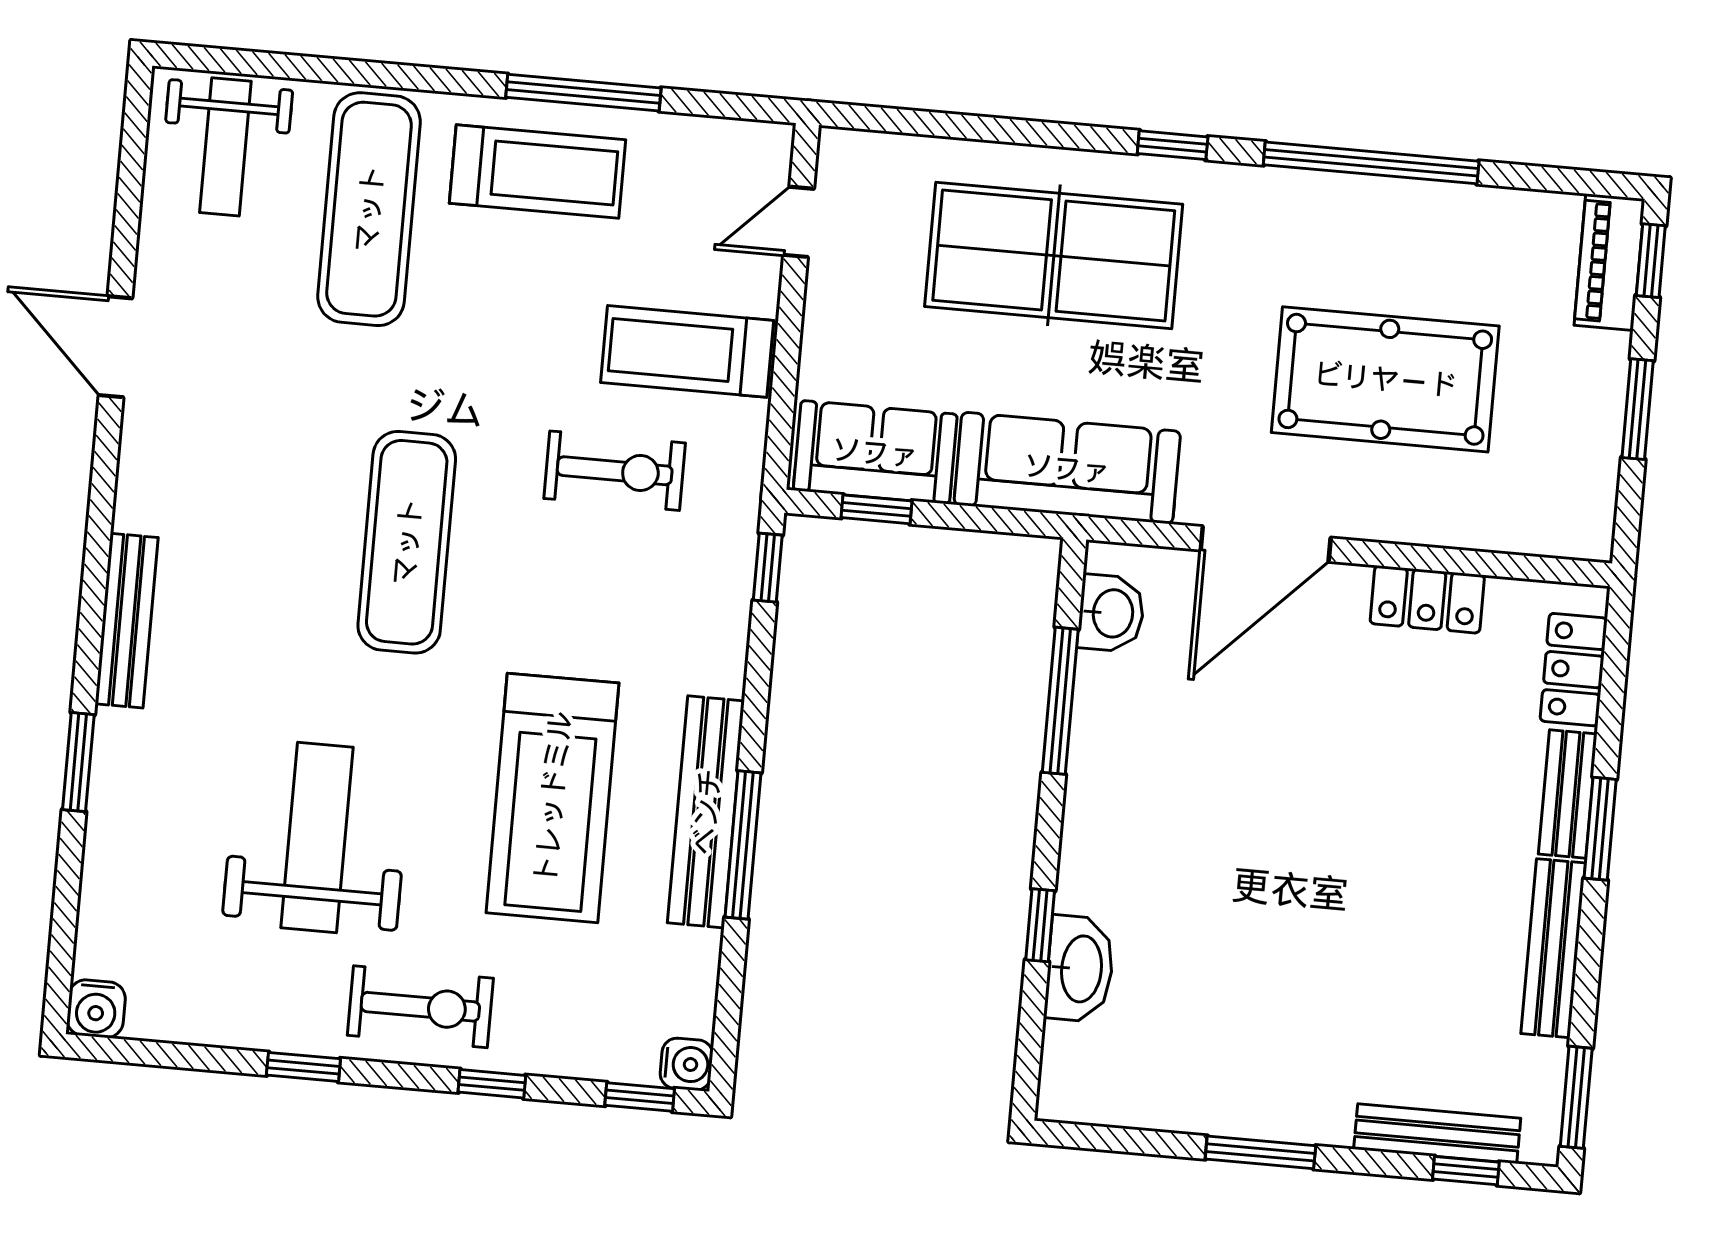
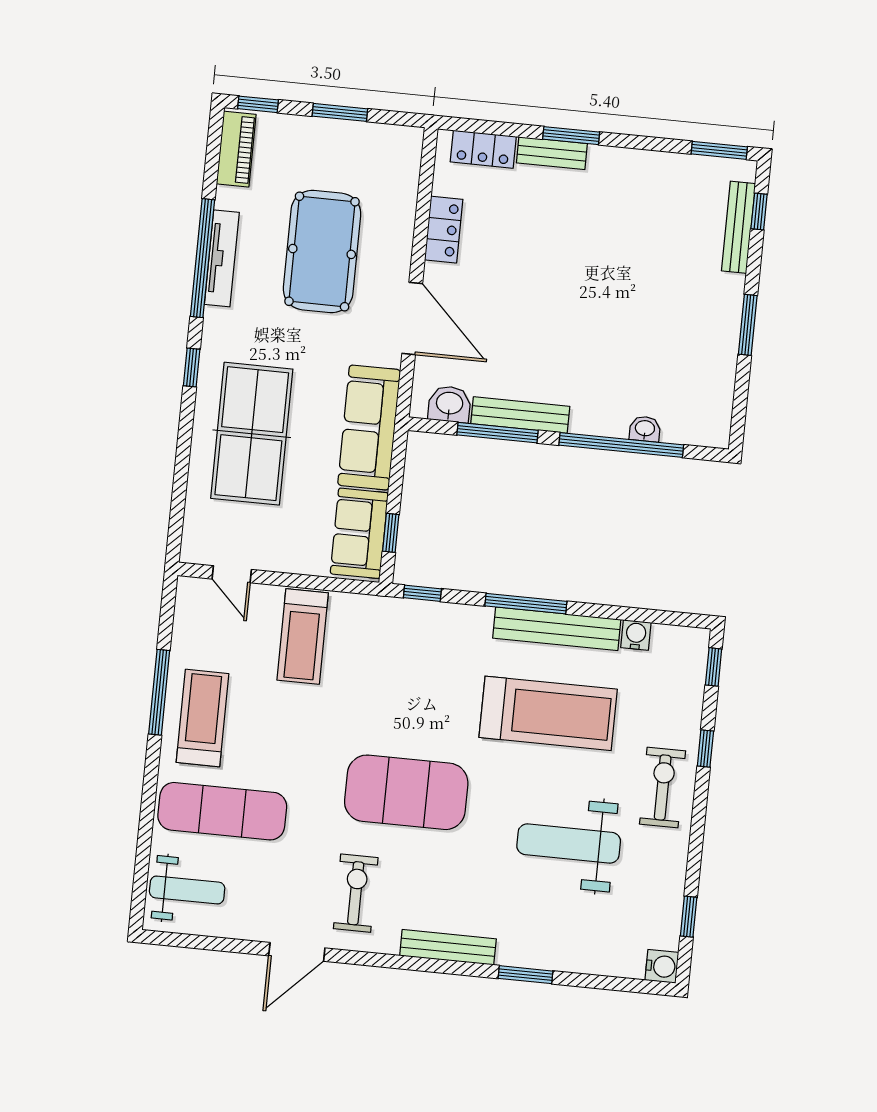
tv unit: (1371, 198) -> (222, 258), added
piano: (1609, 262) -> (236, 149), moved, turned -90
exercise bike: (615, 471) -> (356, 893), moved
exercise mat: (407, 542) -> (406, 792), width x1.47
window: (743, 845) -> (526, 604), moved
window: (1040, 925) -> (621, 445), width x3.17
bench: (1553, 948) -> (520, 415), moved
washbasin: (1080, 969) -> (645, 429), width x0.52, depth x0.69
water cooler: (686, 1064) -> (636, 635), moved
window: (303, 1067) -> (689, 917), moved

